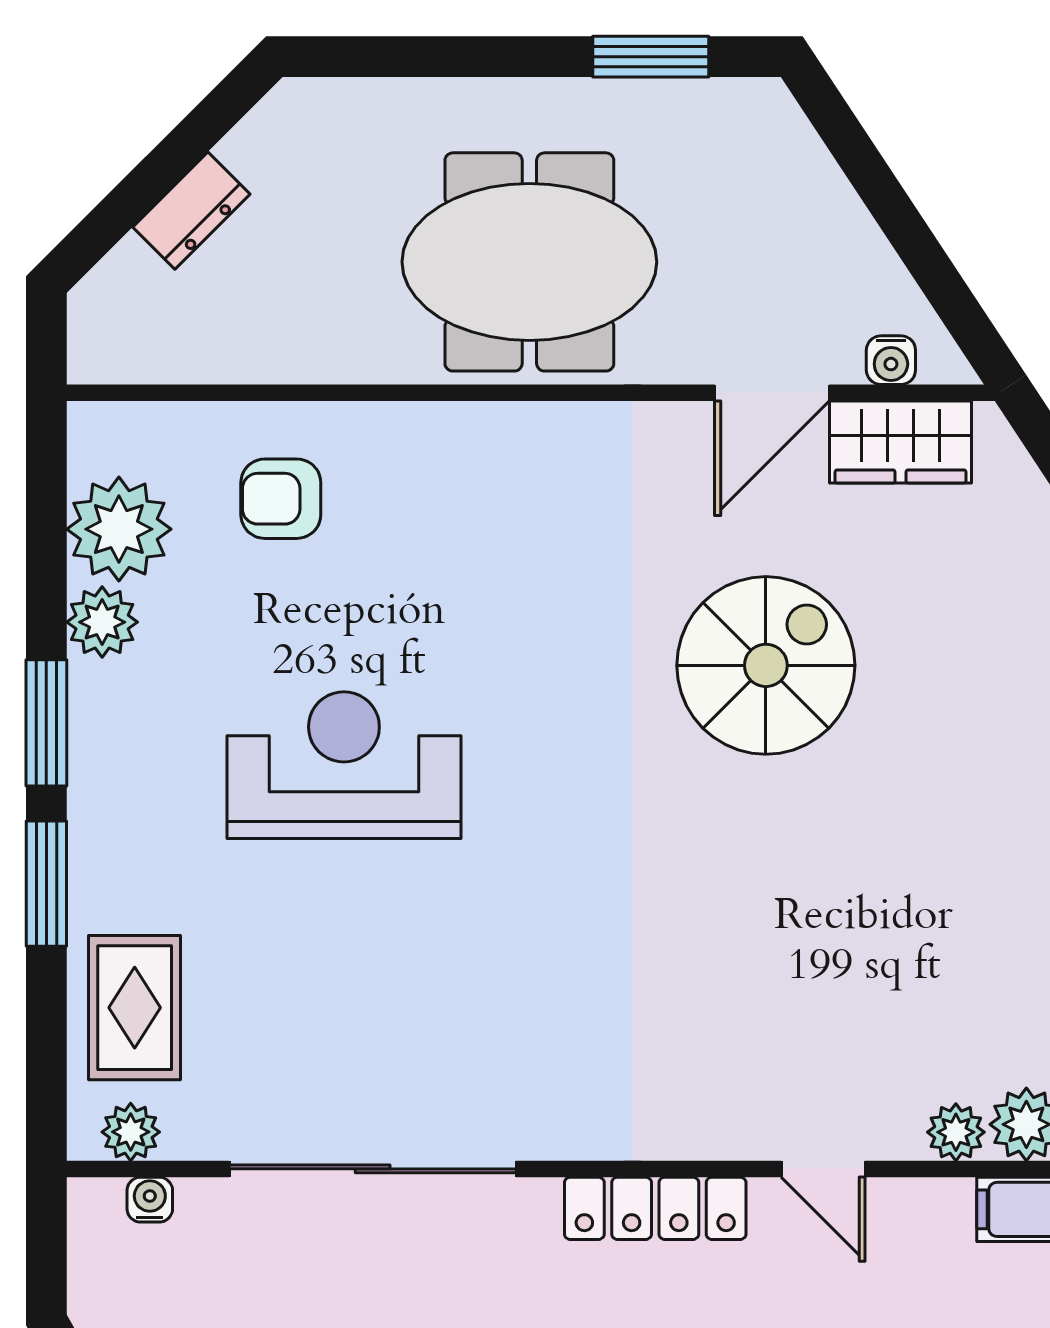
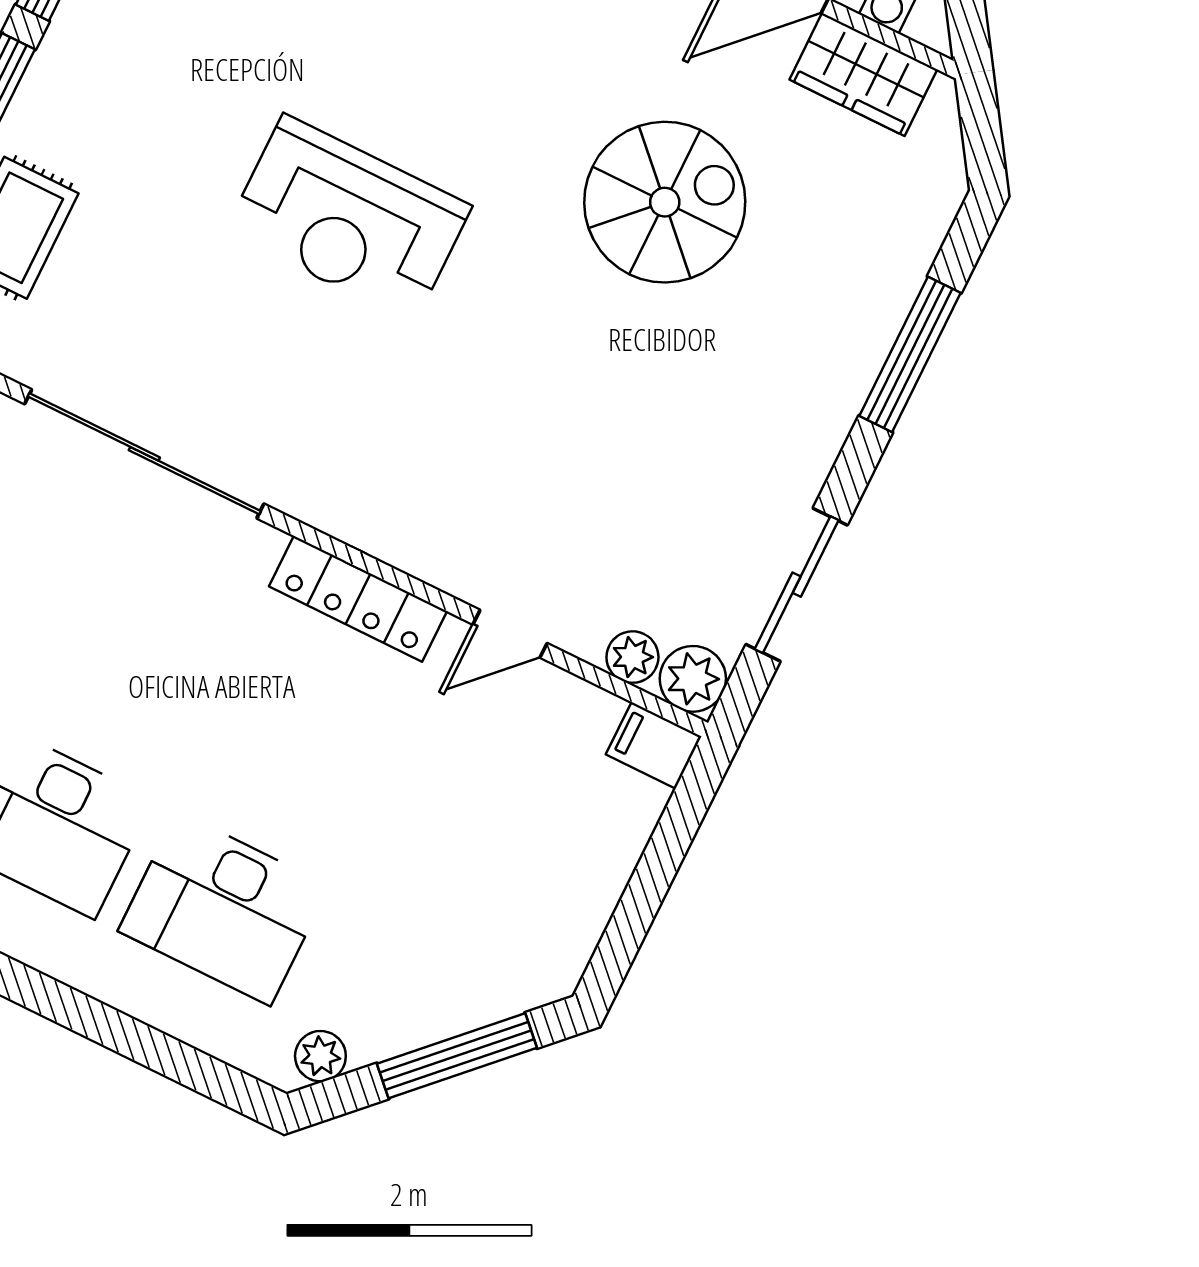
reception desk: (344, 765) -> (349, 219), moved, turned 180
door: (823, 1169) -> (510, 634), hinge flipped

